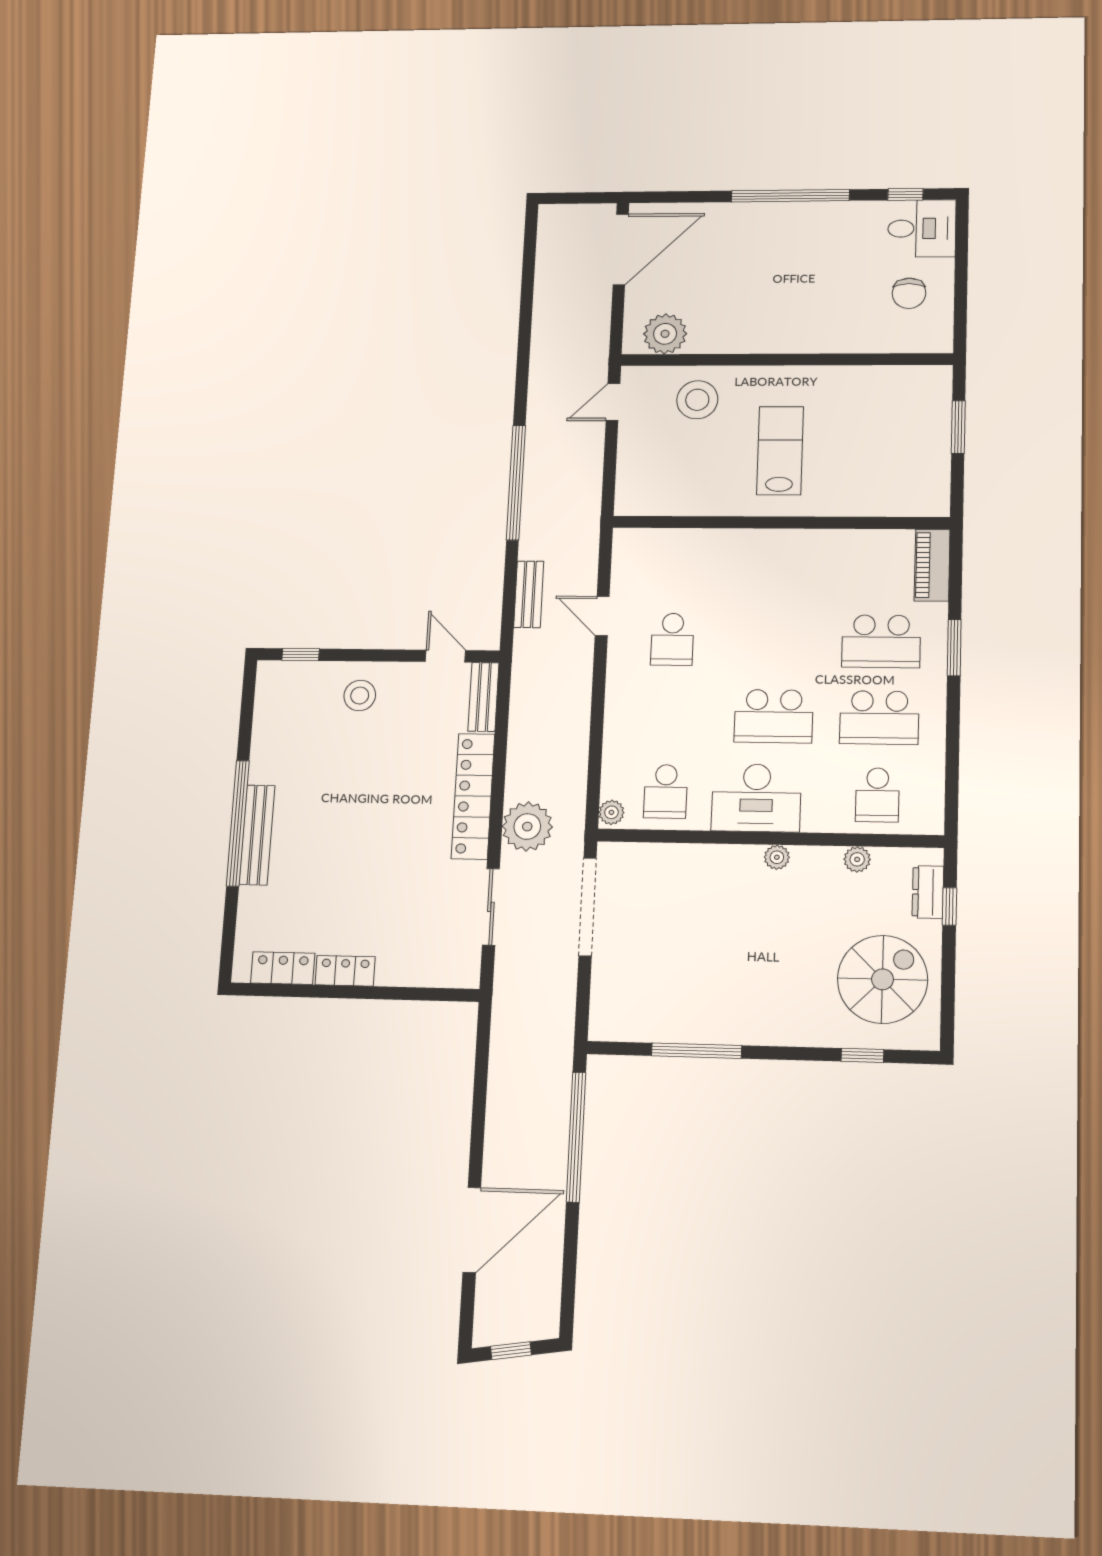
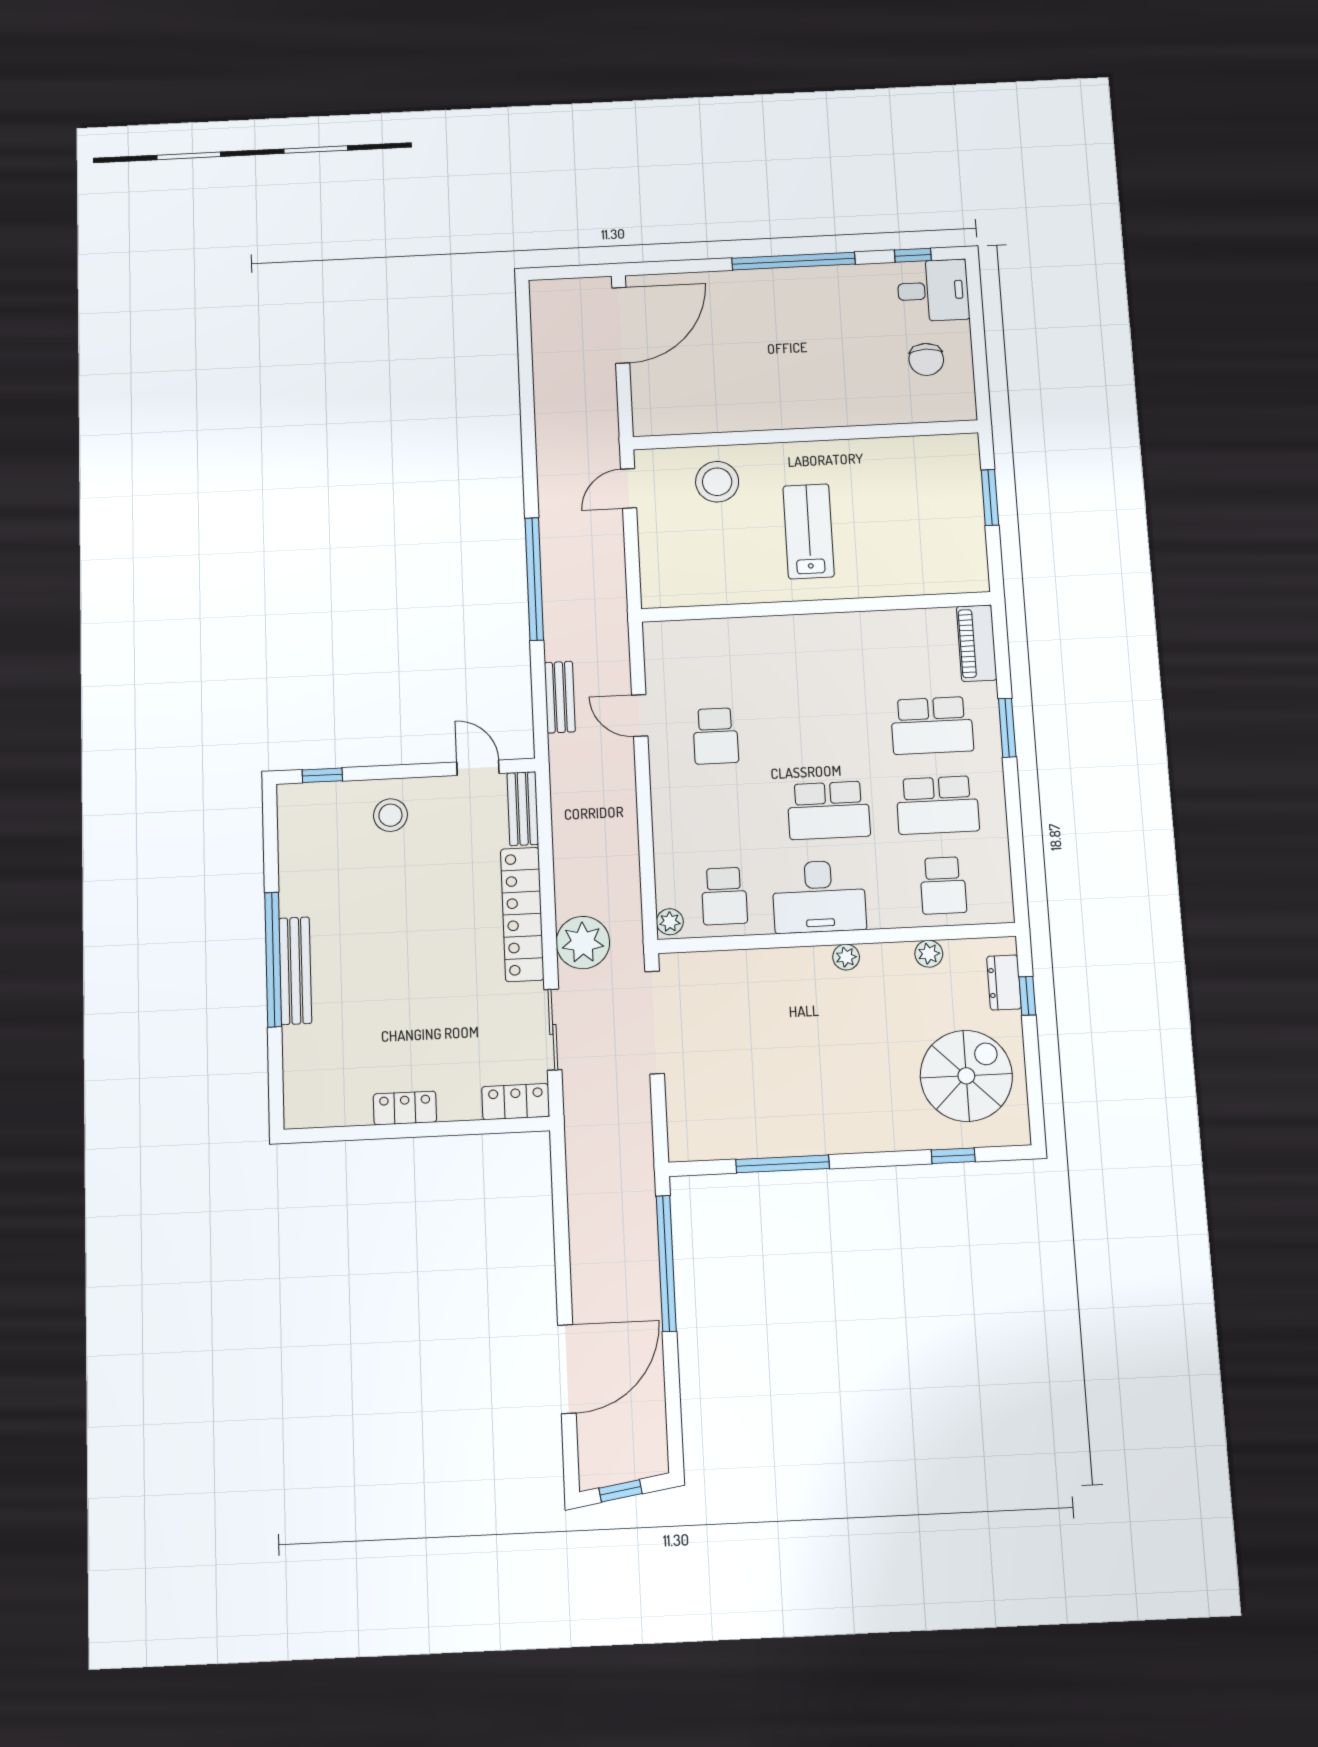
plant: (665, 334) -> (676, 413), removed
locker: (283, 968) -> (516, 1102), moved

